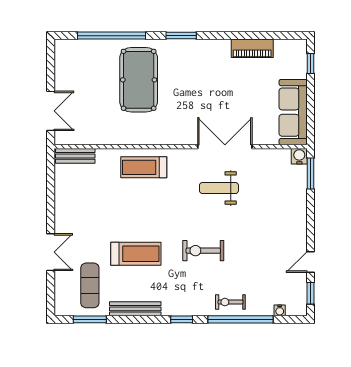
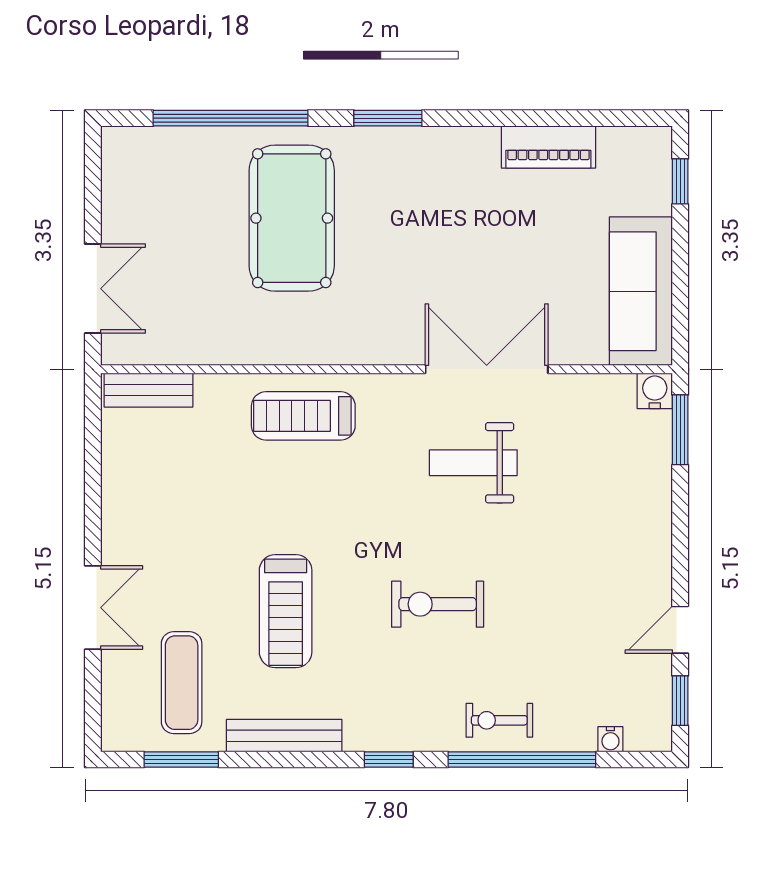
treadmill: (136, 254) -> (286, 611), turned 90

